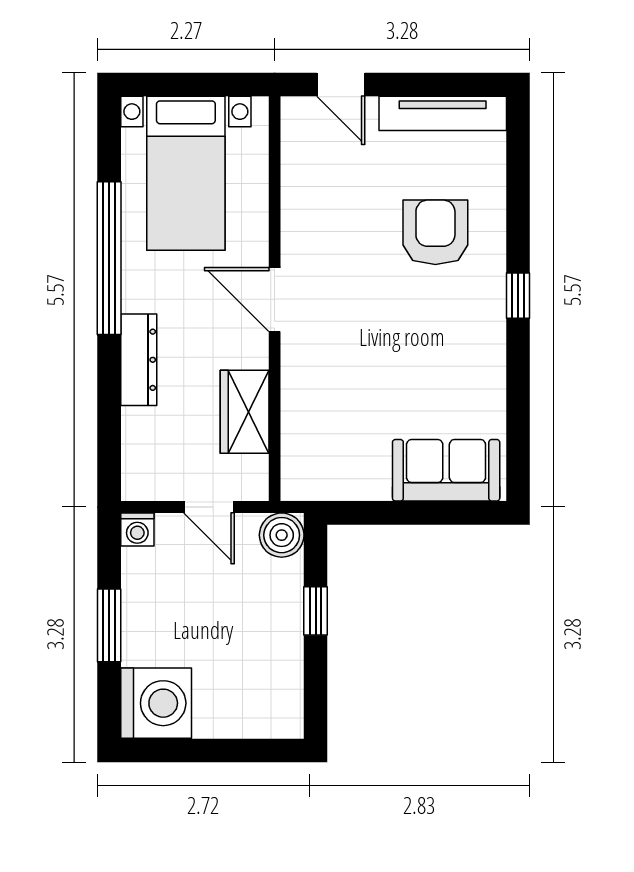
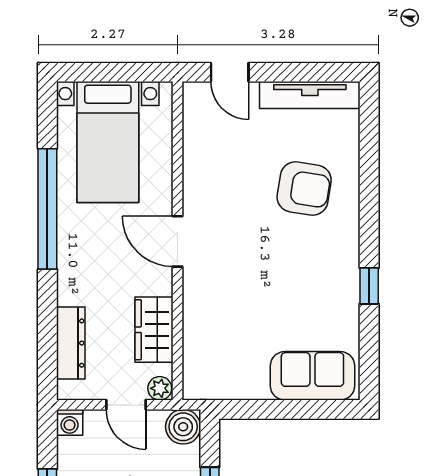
armchair: (435, 232) -> (304, 189), turned 99
window: (518, 296) -> (369, 286), moved
dresser: (139, 360) -> (71, 343), moved
plant: (252, 486) -> (160, 388), added

